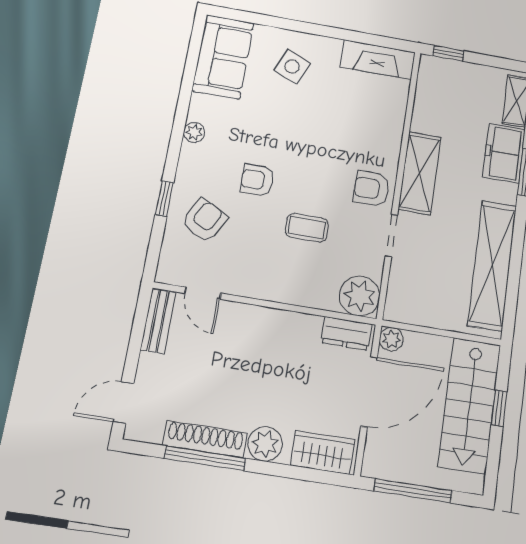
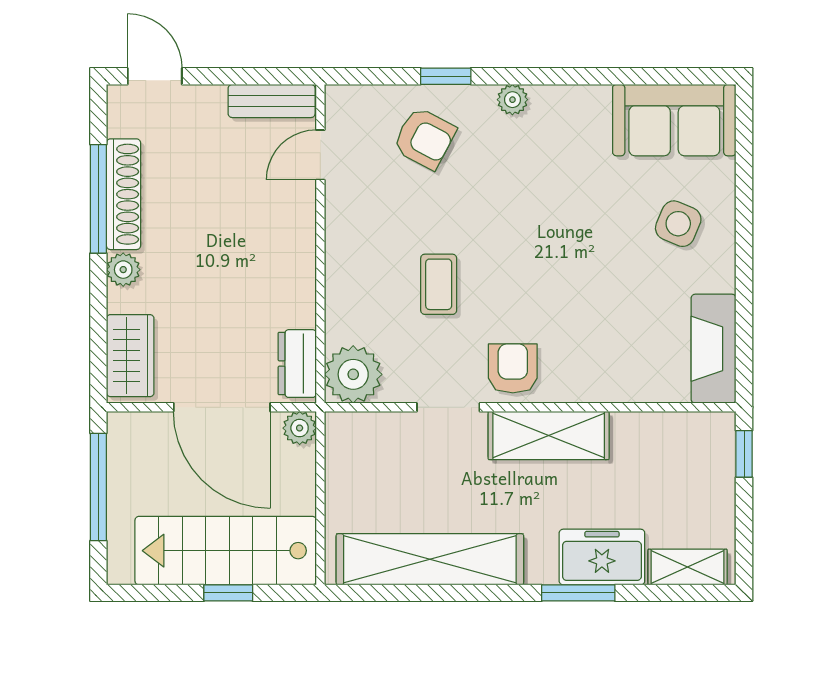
plant: (194, 132) -> (512, 100), moved
armchair: (257, 180) -> (496, 202), removed
plant: (265, 444) -> (123, 270), width x0.73, depth x0.73

